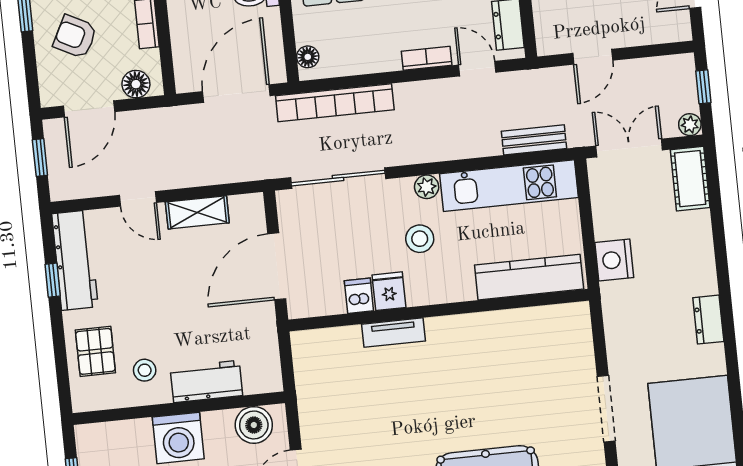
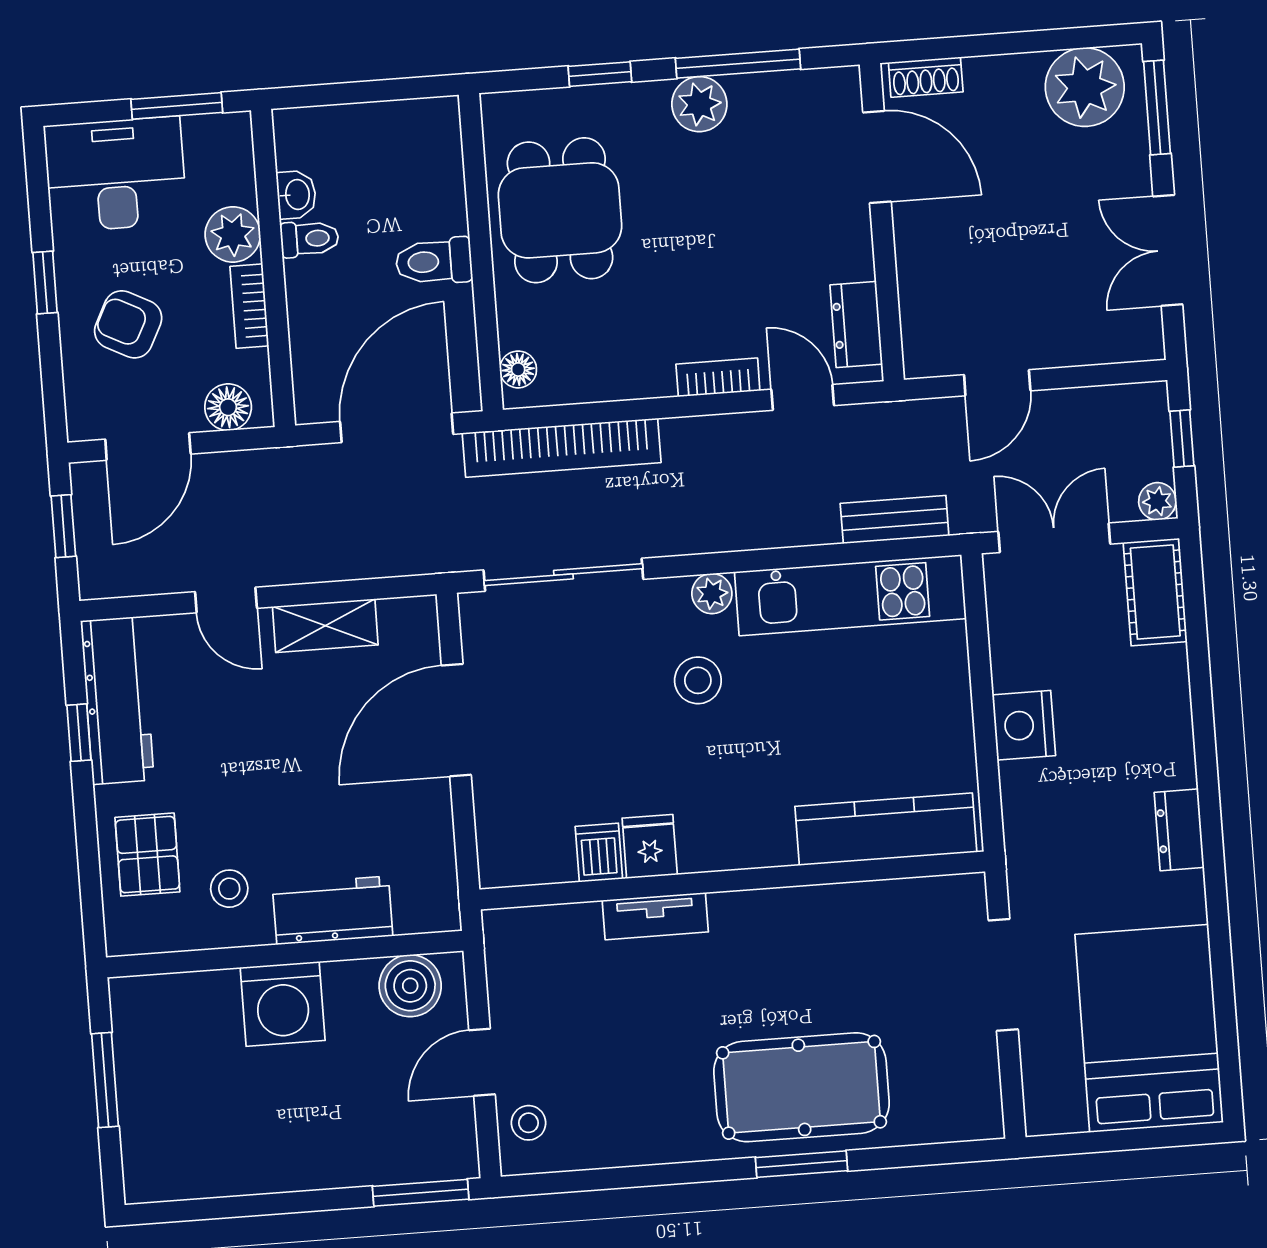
kitchen counter: (529, 277) -> (886, 829), moved
fridge: (389, 291) -> (650, 846), moved
dishwasher: (359, 296) -> (599, 853), moved
wall: (439, 310) -> (732, 881), moved
tv unit: (393, 333) -> (655, 916), moved

